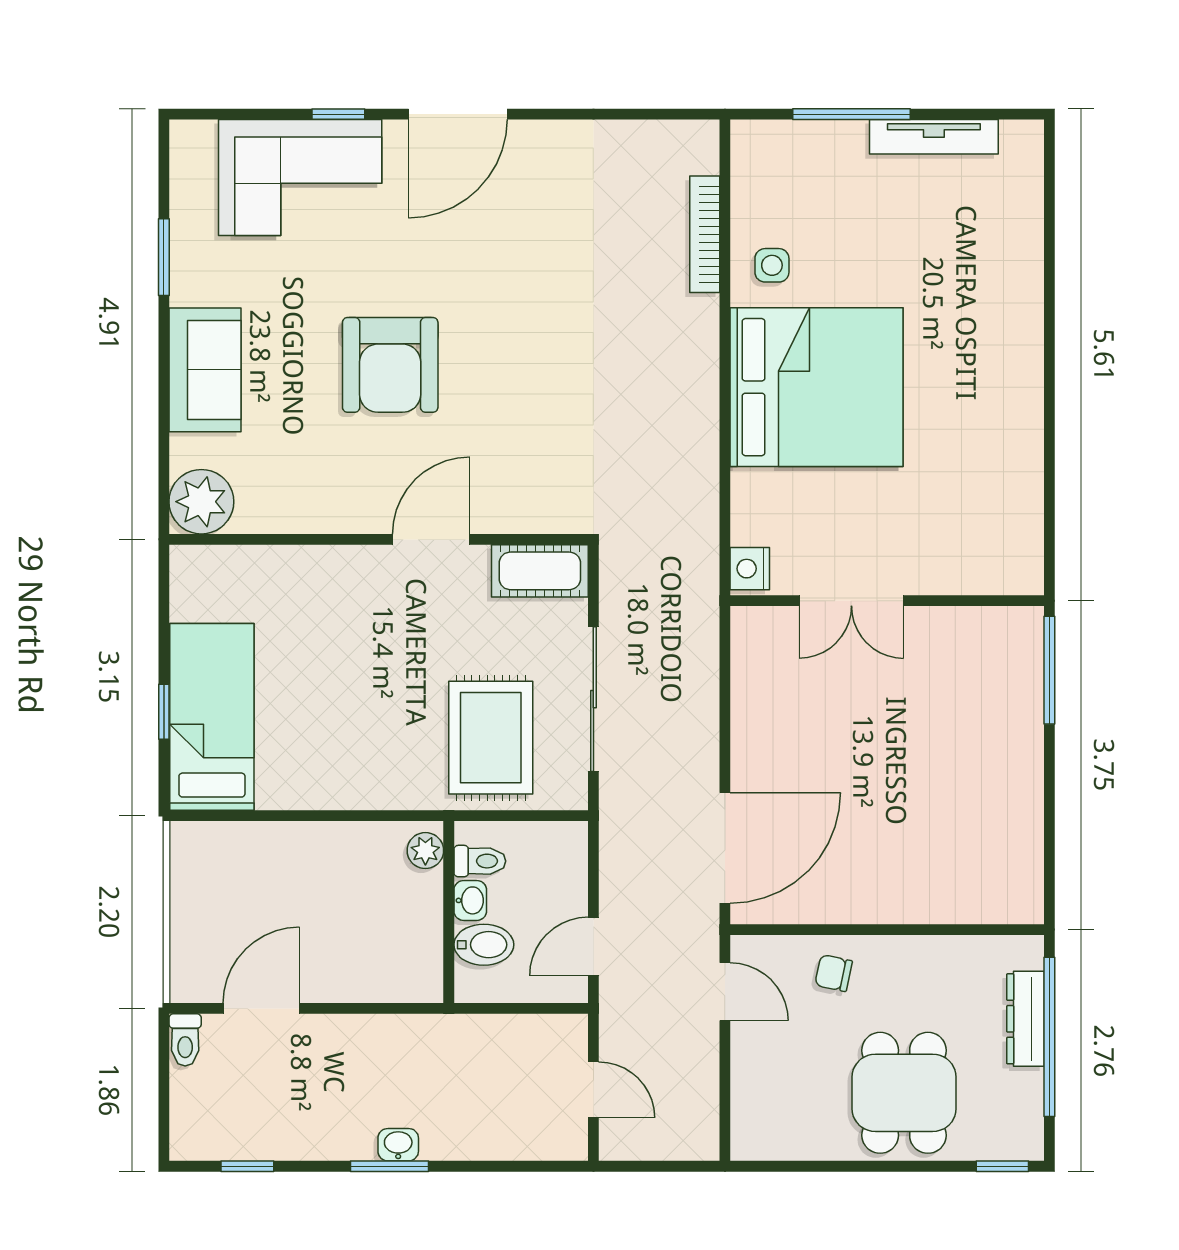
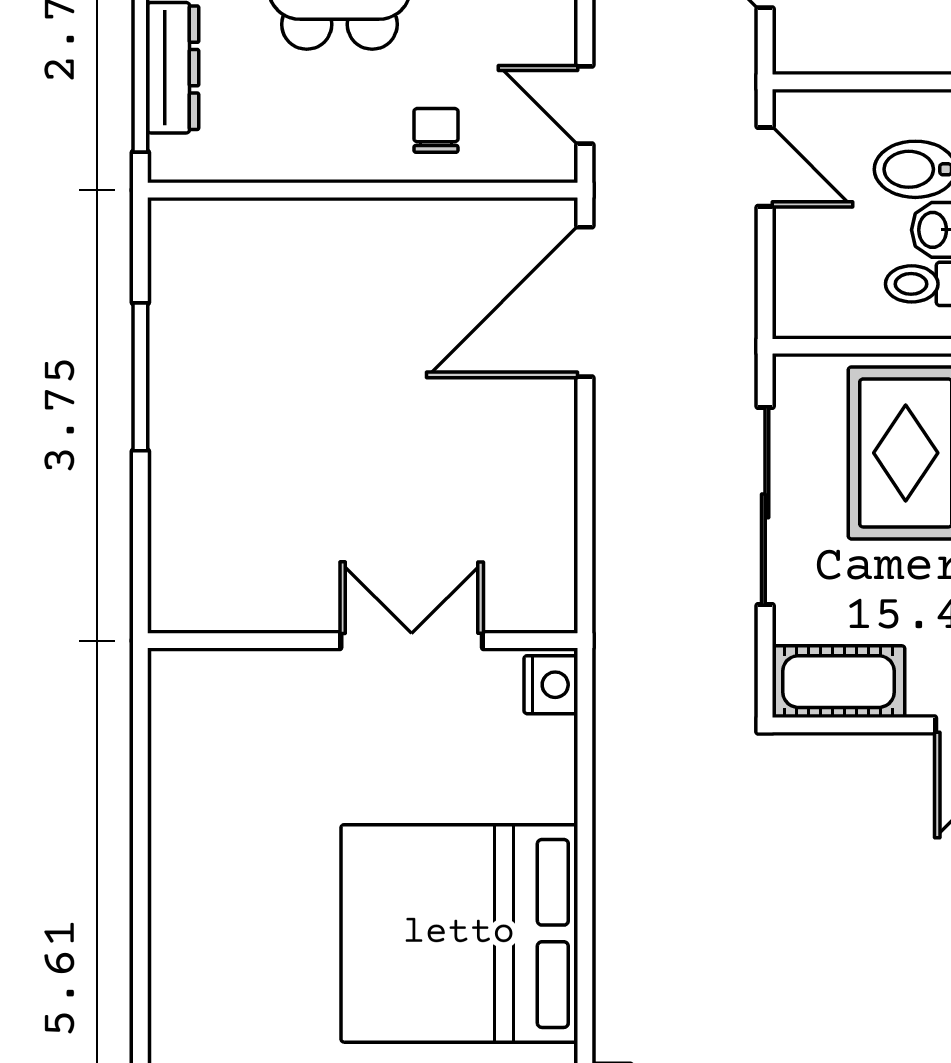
window: (1049, 670) -> (140, 377), moved
door: (593, 946) -> (765, 167), hinge flipped
chair: (834, 973) -> (436, 130), turned -102

